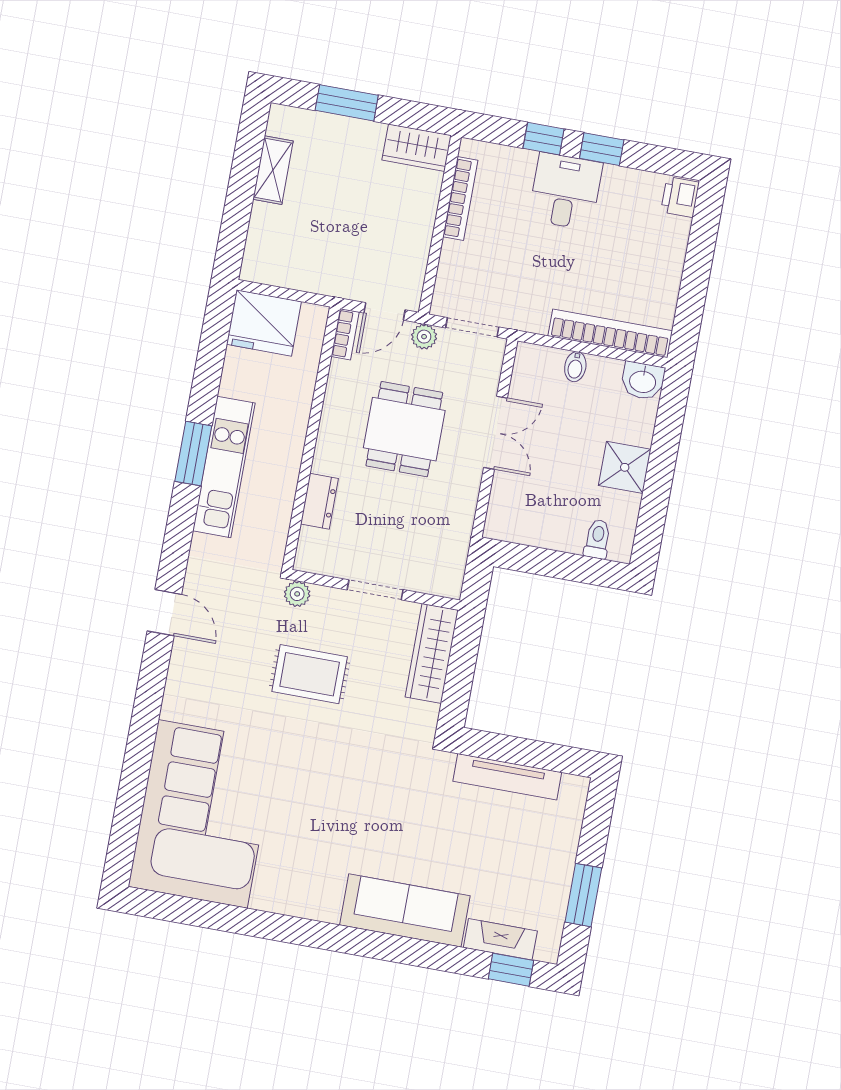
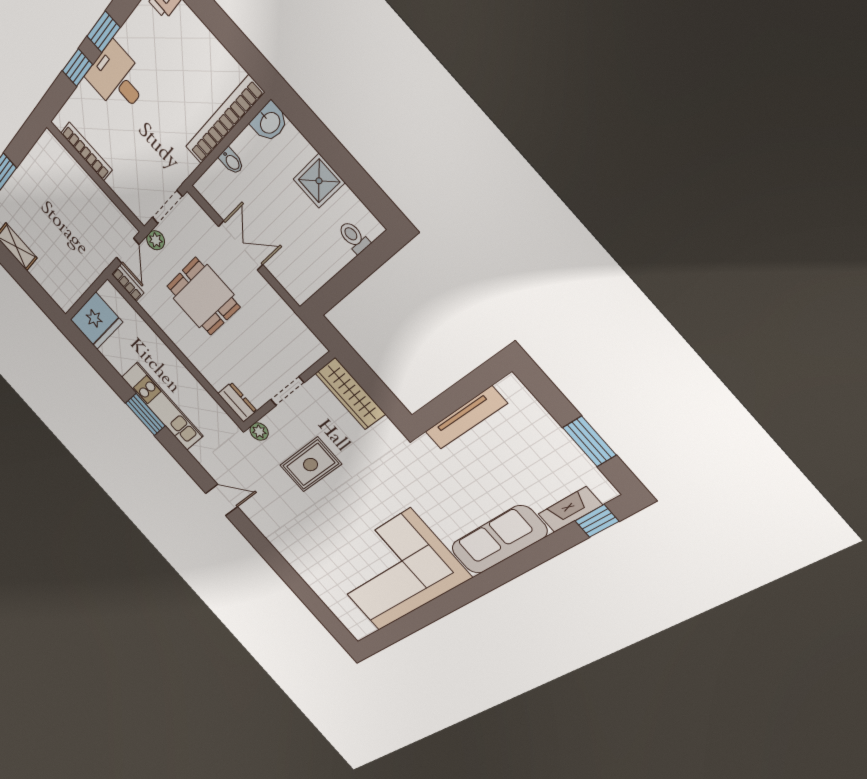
wardrobe: (417, 148) -> (44, 154), removed
dresser: (320, 501) -> (237, 402), moved
corner sofa: (203, 814) -> (394, 571), moved, turned -90

